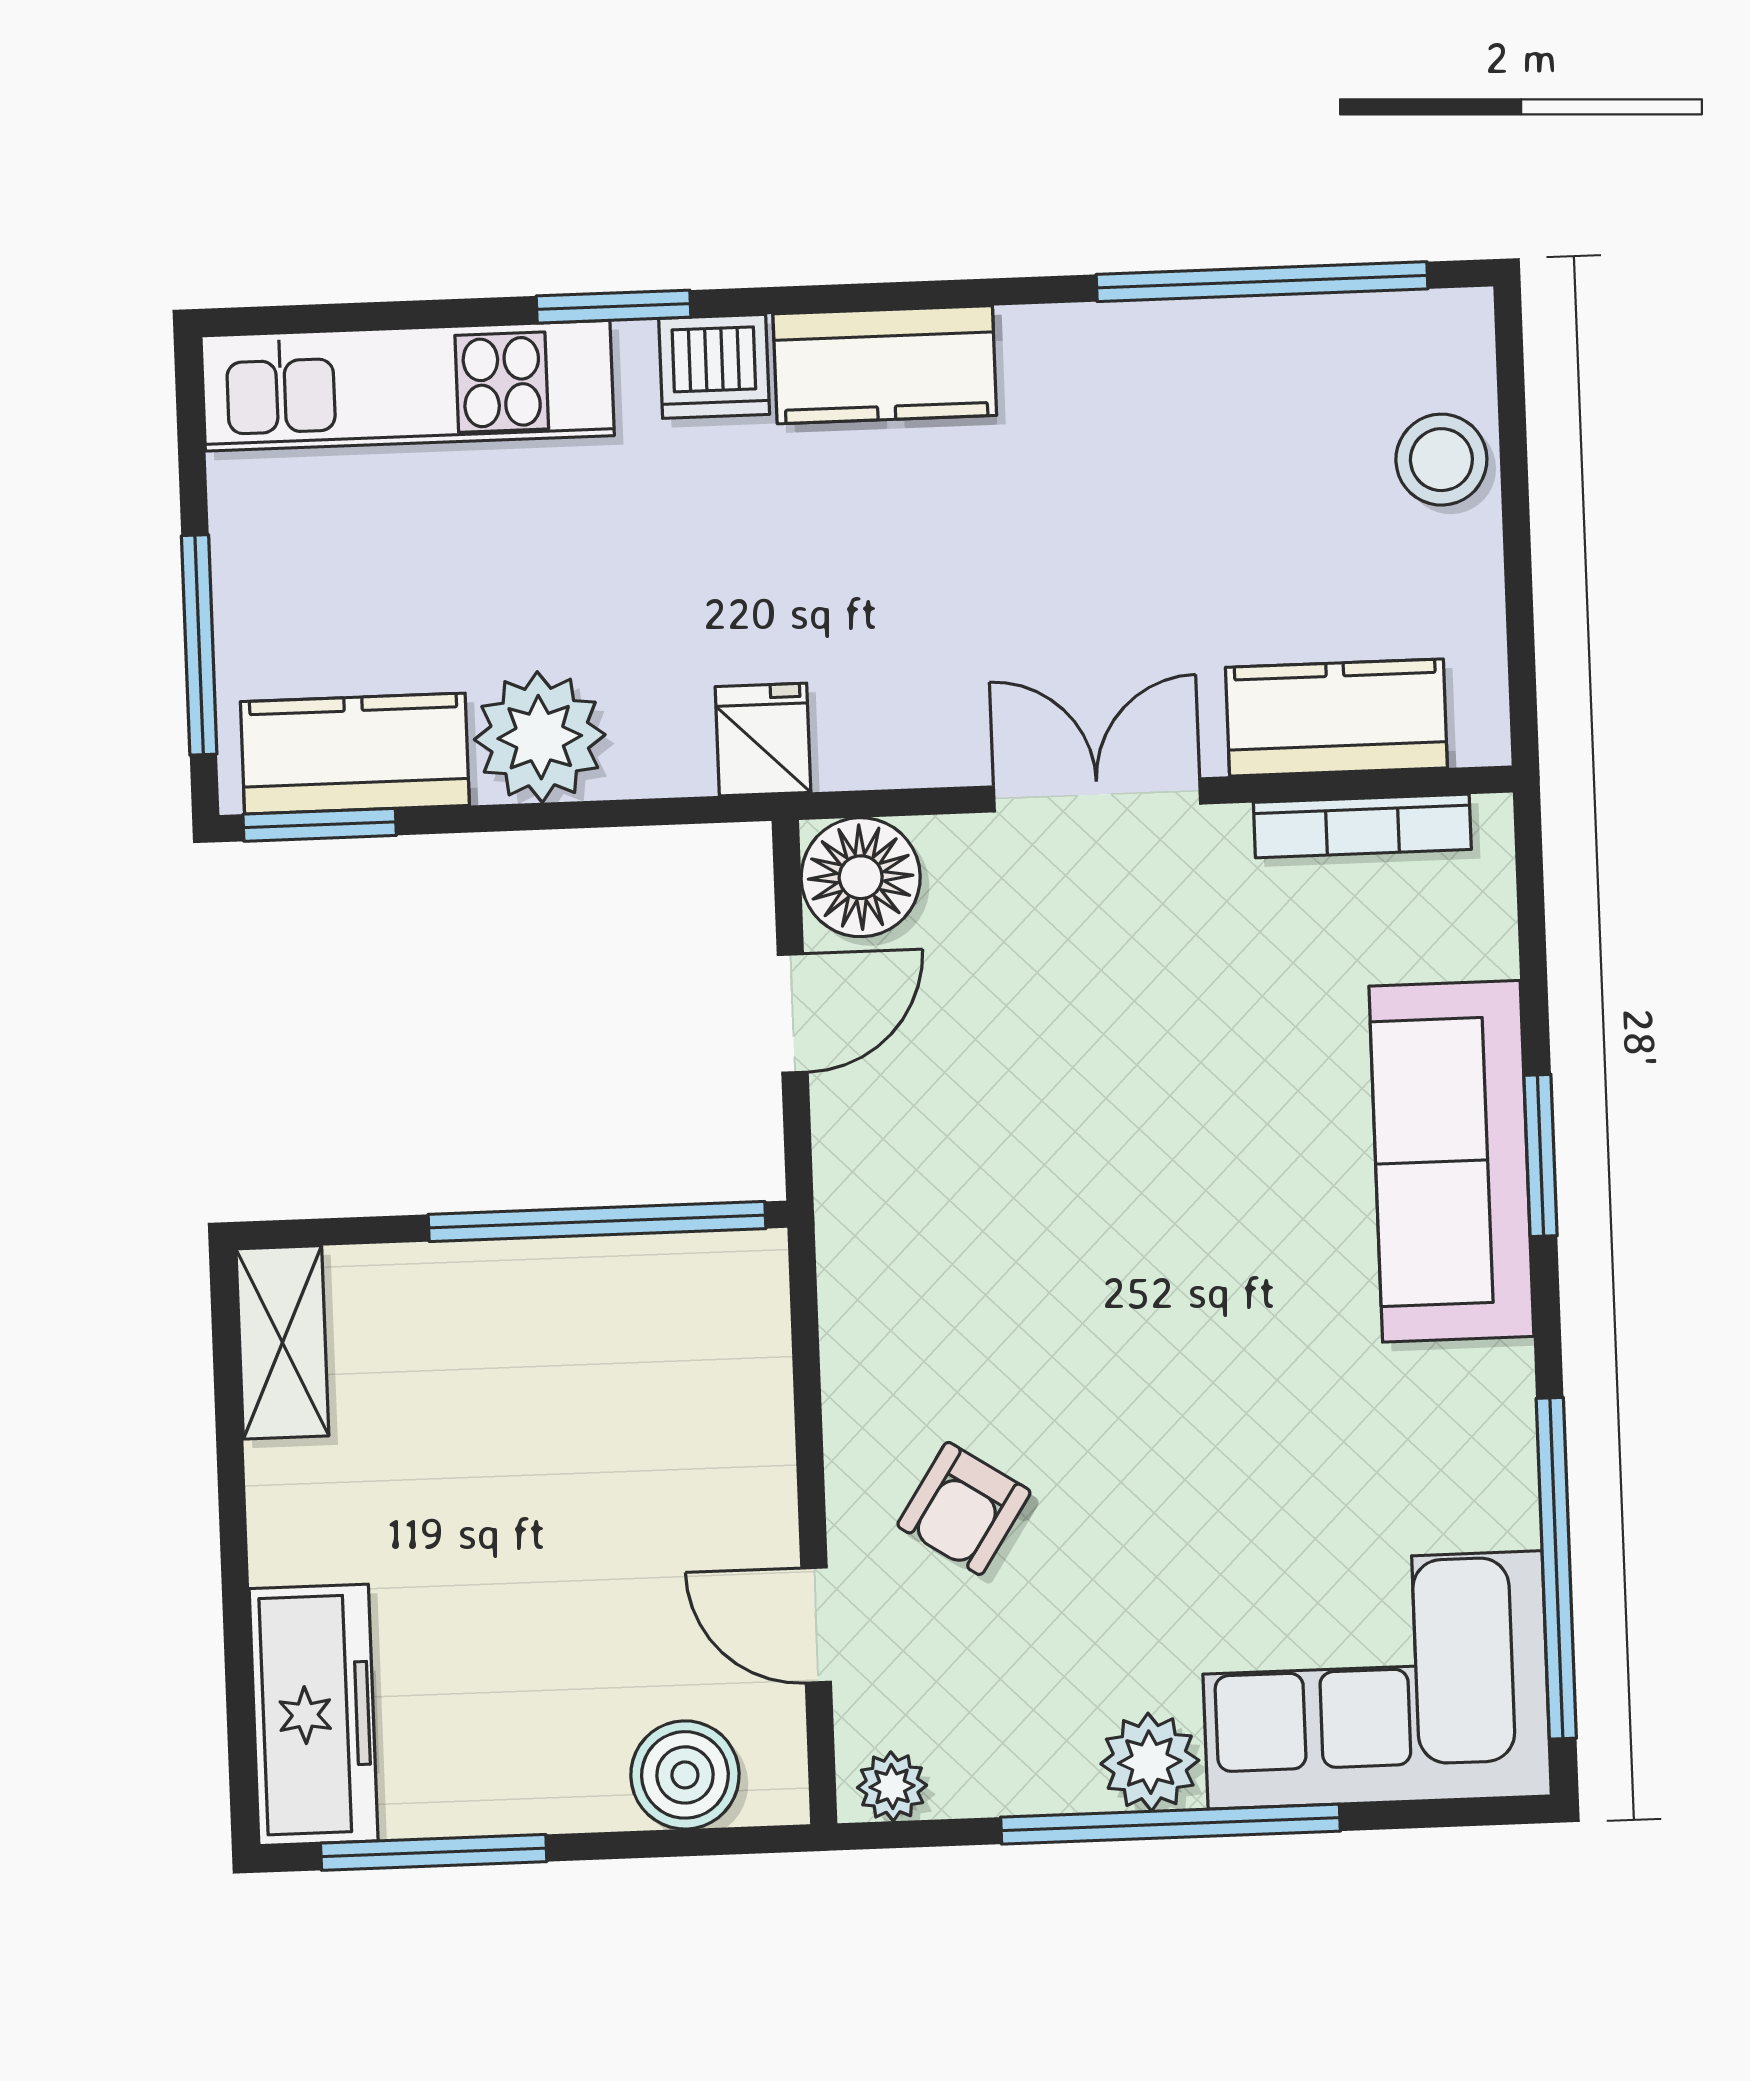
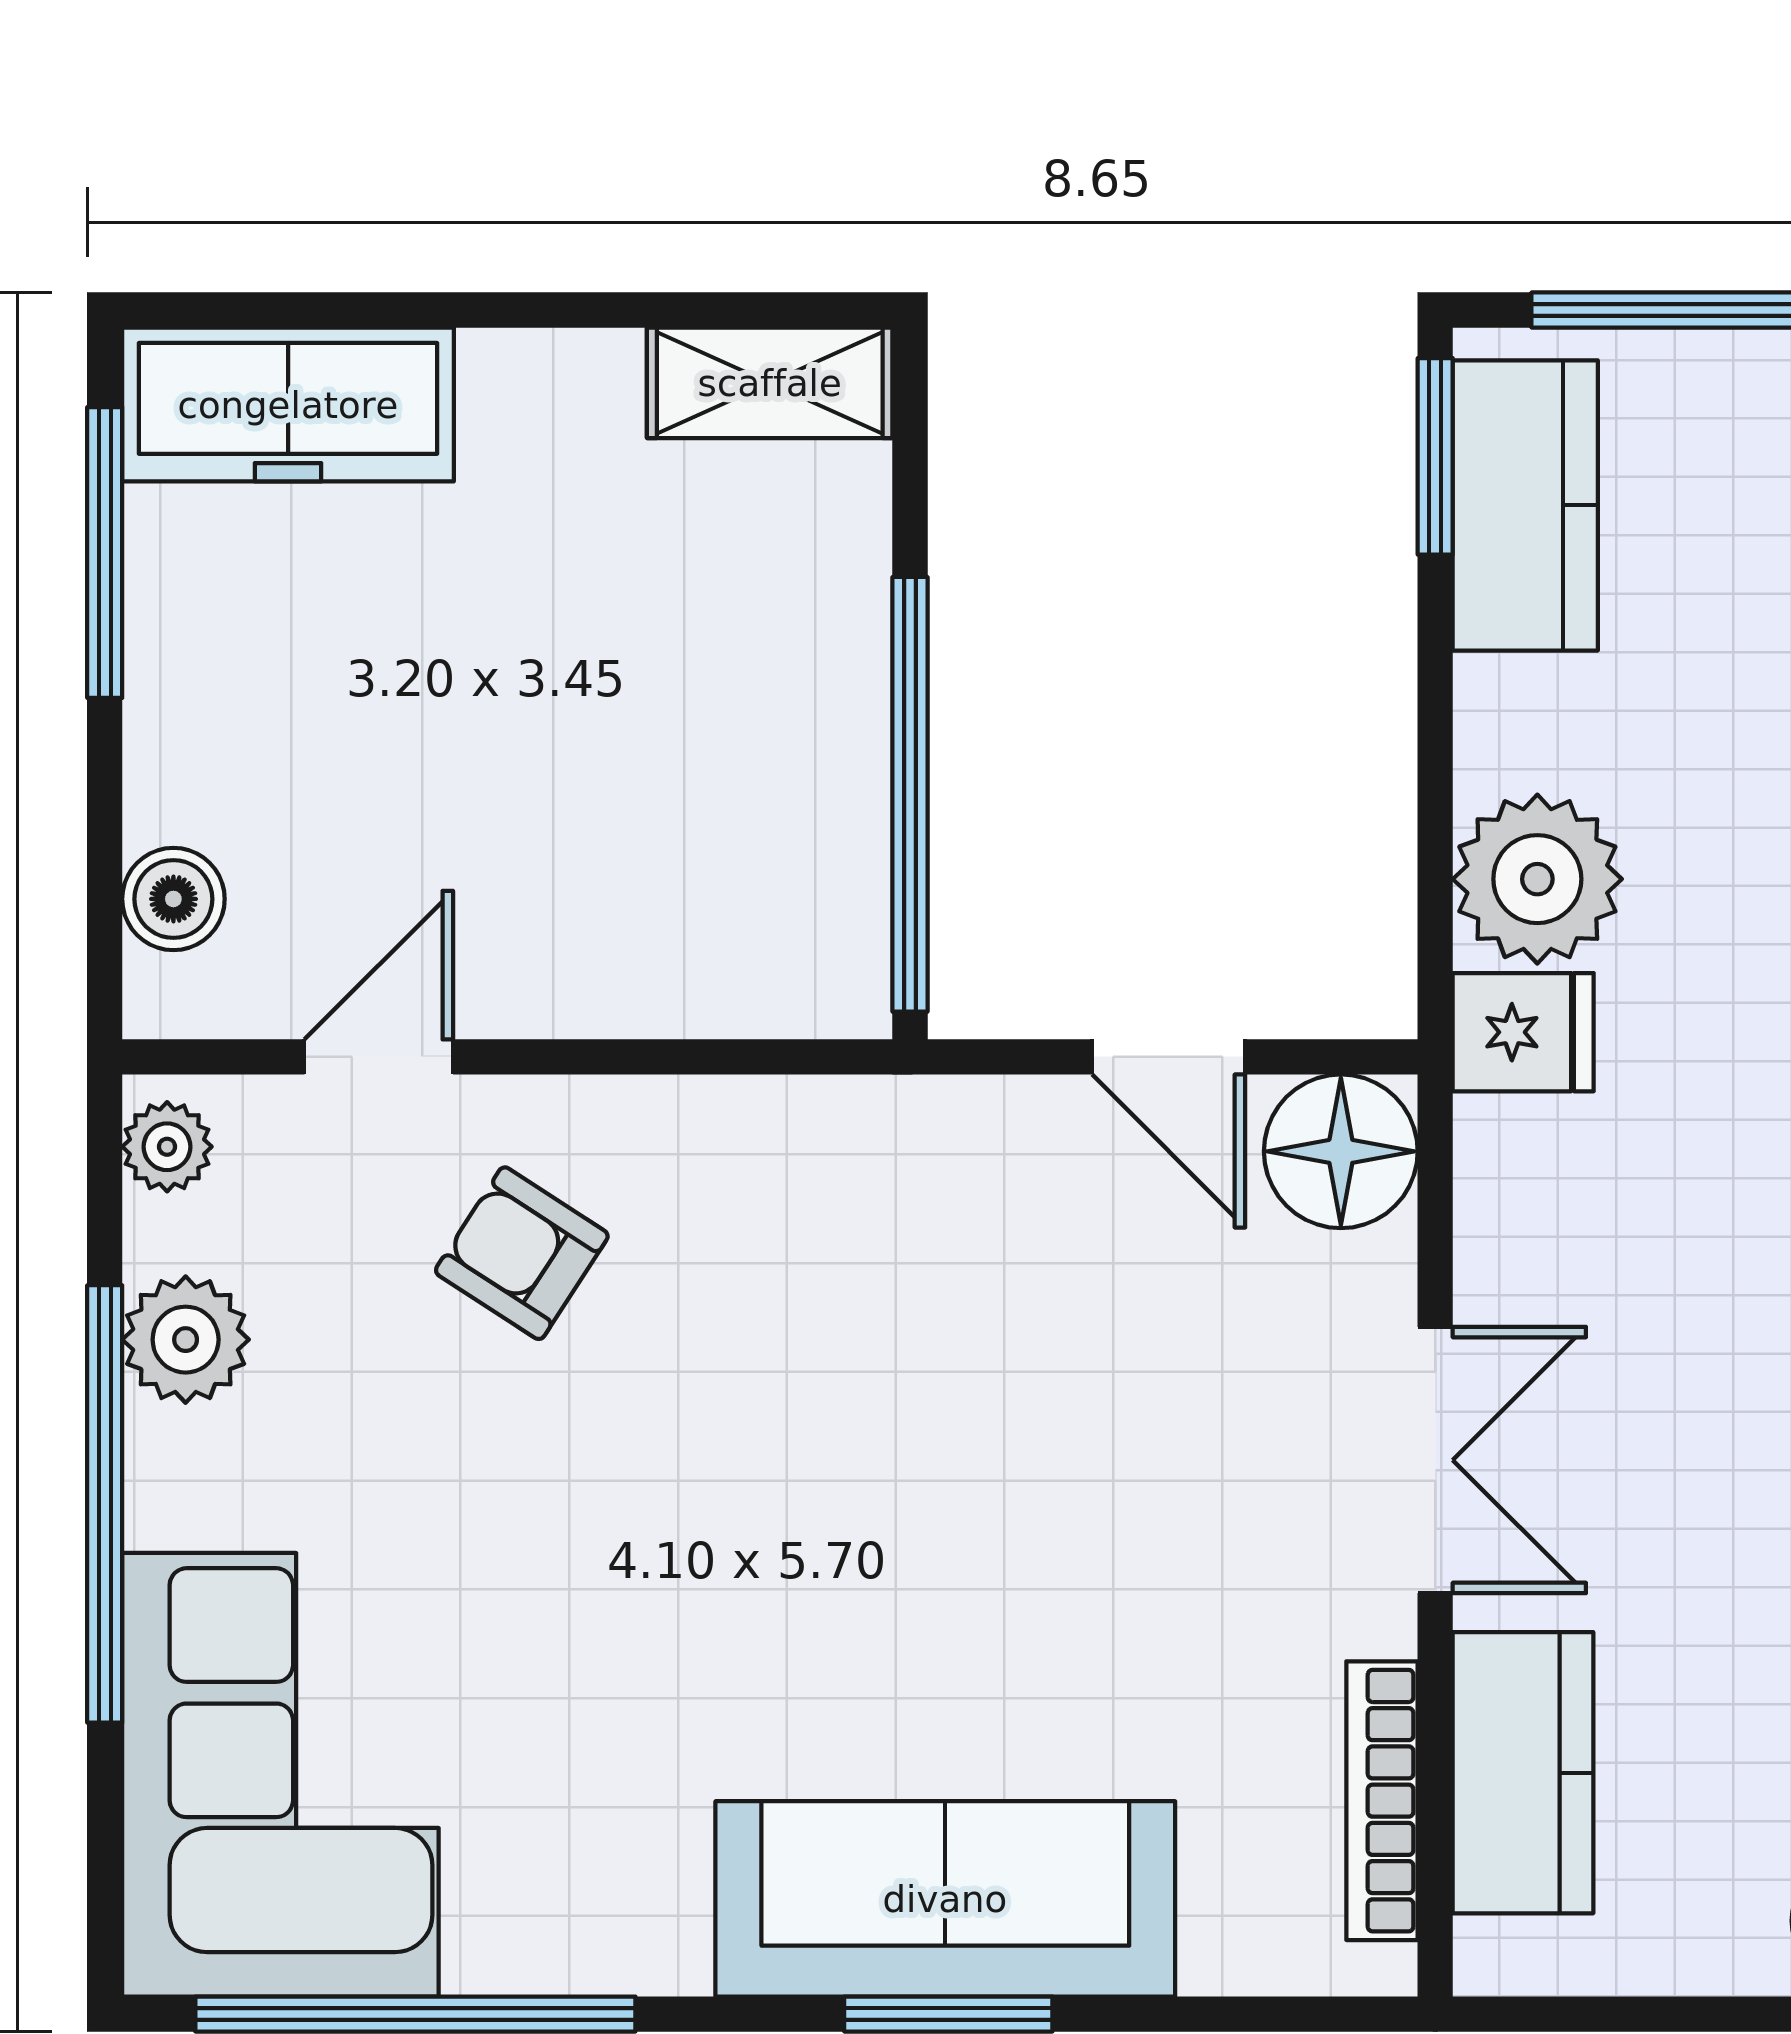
plant: (540, 737) -> (1537, 879), moved
plant: (1150, 1762) -> (186, 1340), moved
boiler: (685, 1775) -> (173, 899), width x0.73, depth x0.73

